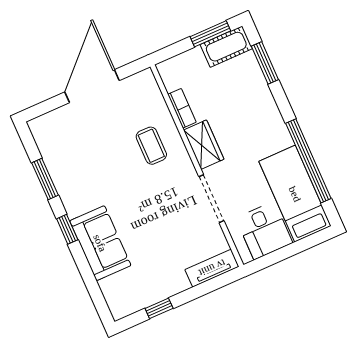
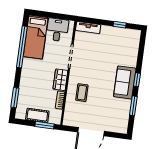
window: (210, 34) -> (44, 125), moved
cot: (226, 47) -> (37, 115), moved
sofa: (100, 243) -> (125, 82), moved

